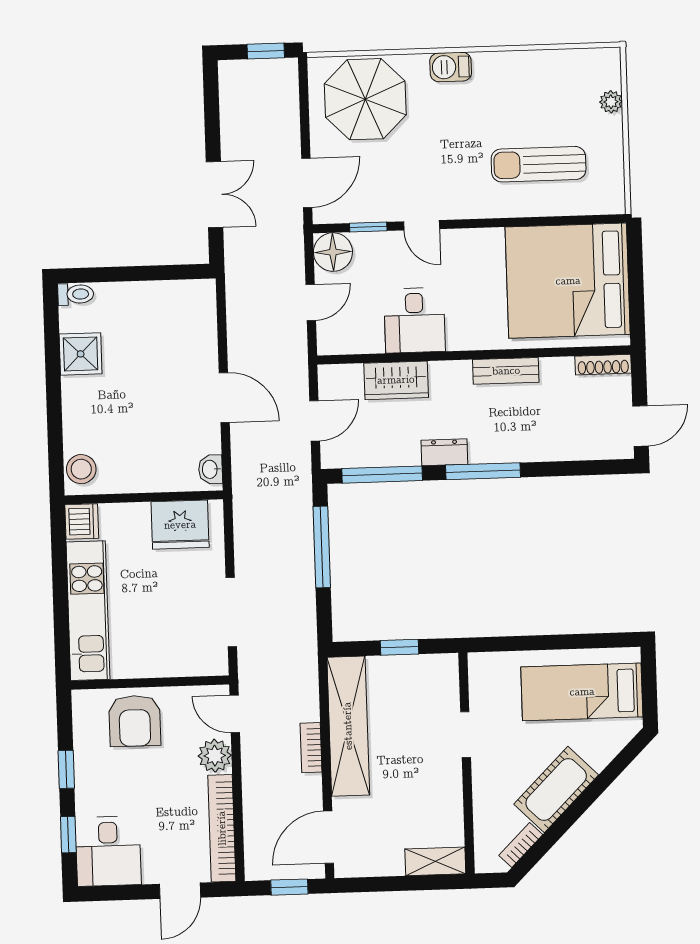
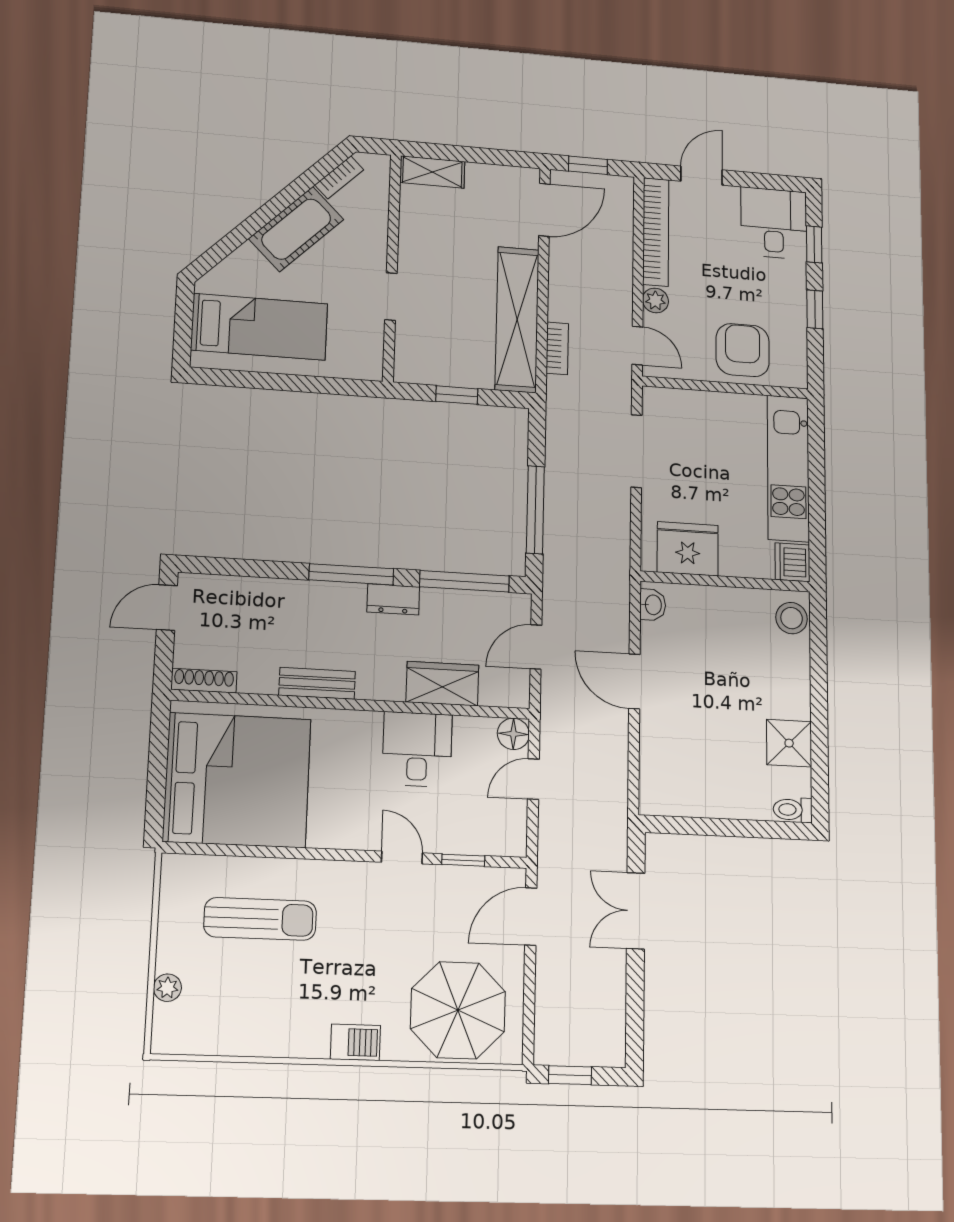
floor lamp: (333, 252) -> (513, 734), moved, width x0.73, depth x0.73
bookcase: (311, 748) -> (557, 348), moved
plant: (215, 756) -> (655, 300), width x0.73, depth x0.73

